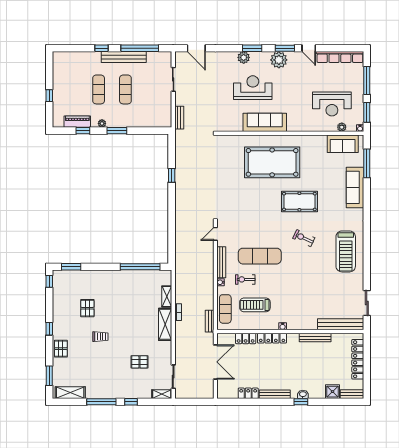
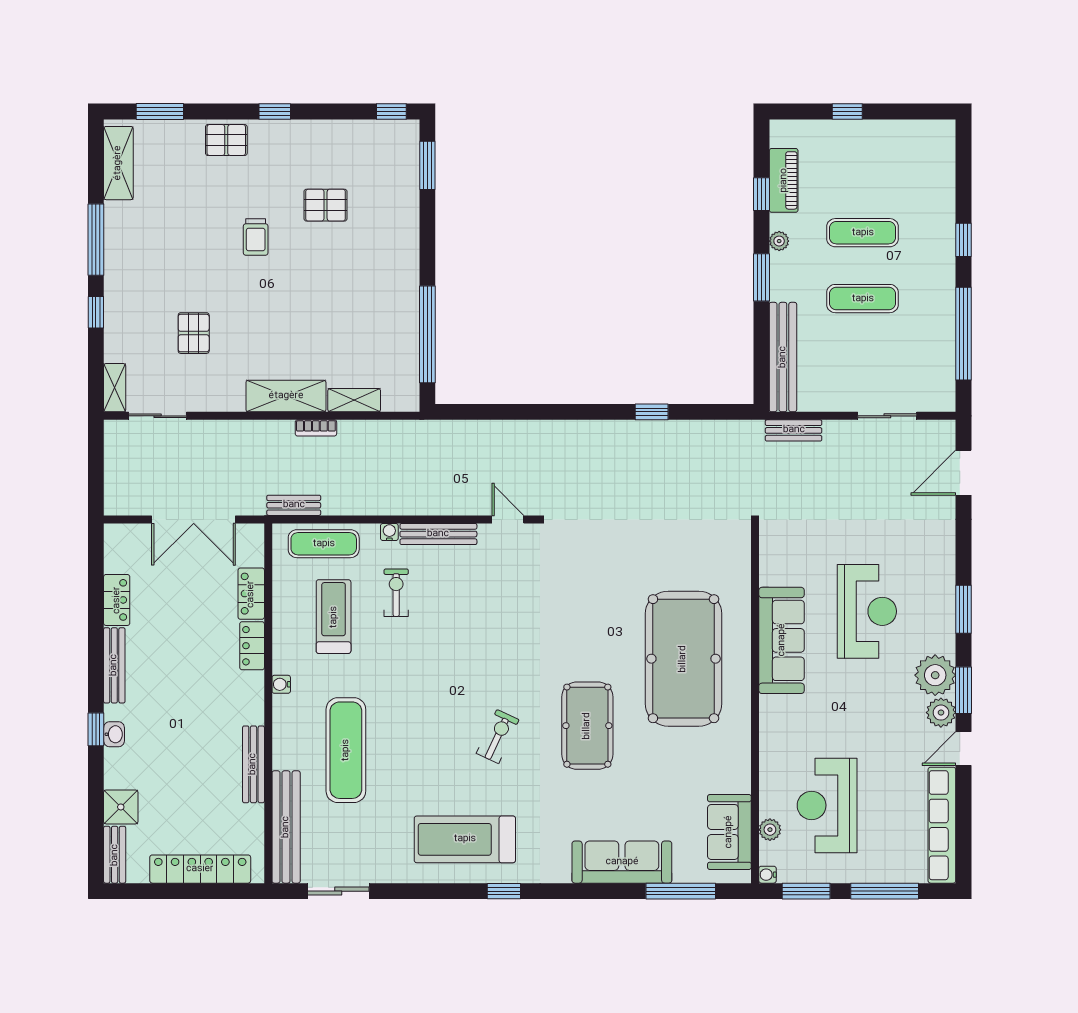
bench: (124, 57) -> (783, 357), moved
plant: (244, 57) -> (941, 713), moved
window: (367, 236) -> (504, 891), added
exercise mat: (260, 256) -> (346, 750), moved
locker: (272, 338) -> (252, 646), width x0.66

